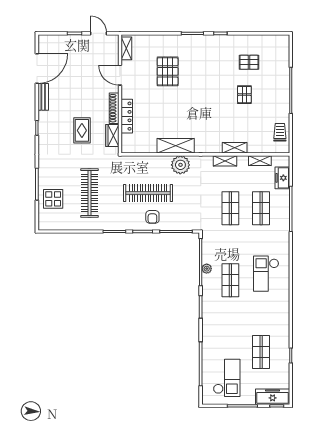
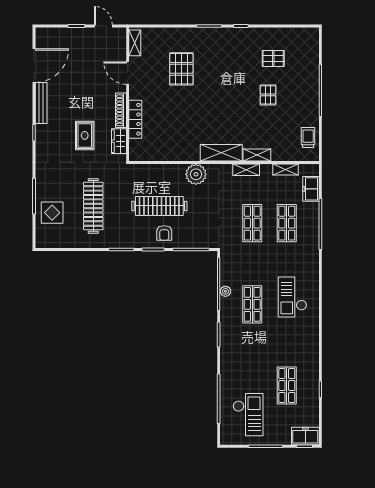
bench: (43, 97) -> (41, 103), width x1.36
shelving: (176, 146) -> (221, 153), moved
freezer: (273, 397) -> (305, 436), width x0.71

